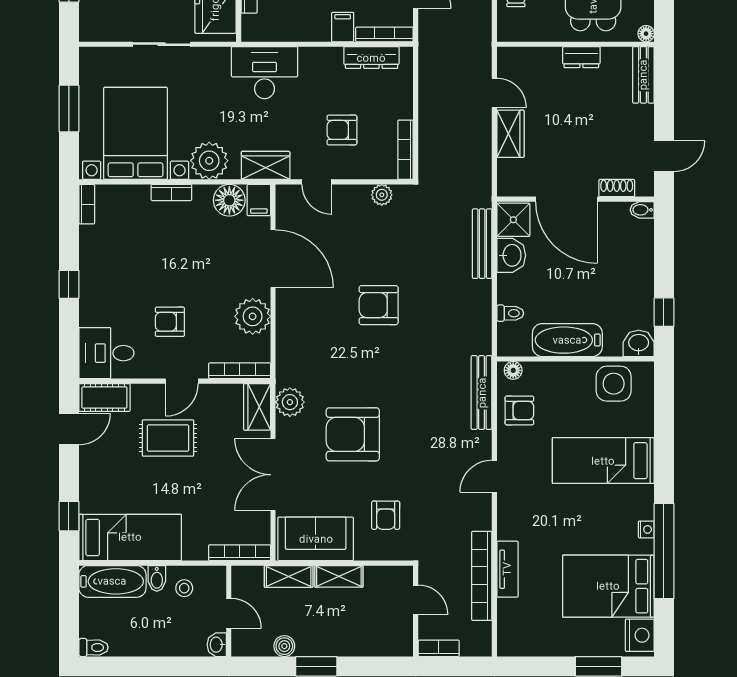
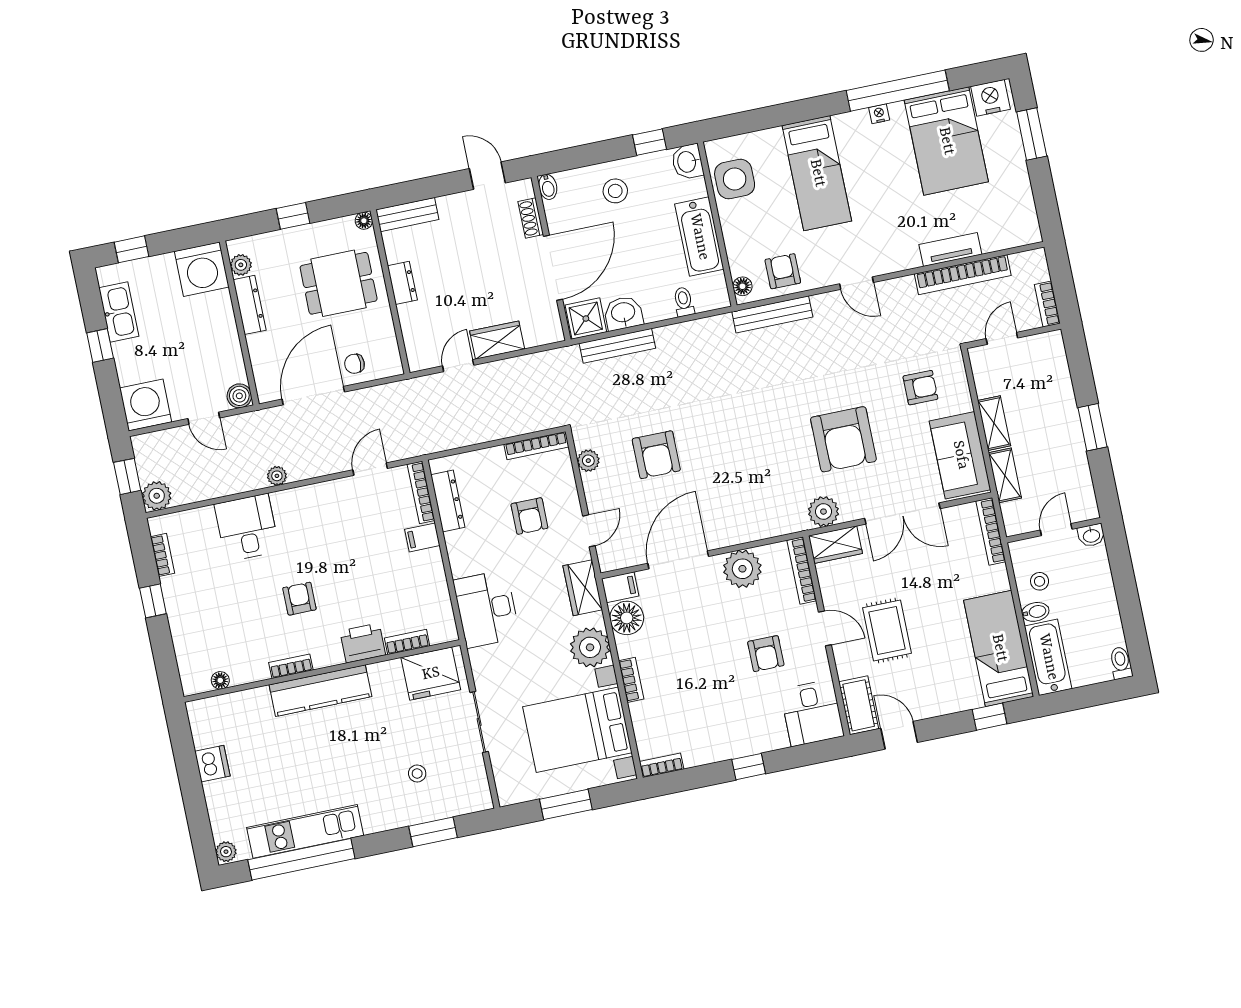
stool: (625, 271) -> (615, 191), added
armchair: (379, 305) -> (656, 455), moved
boiler: (284, 646) -> (1078, 465), removed

